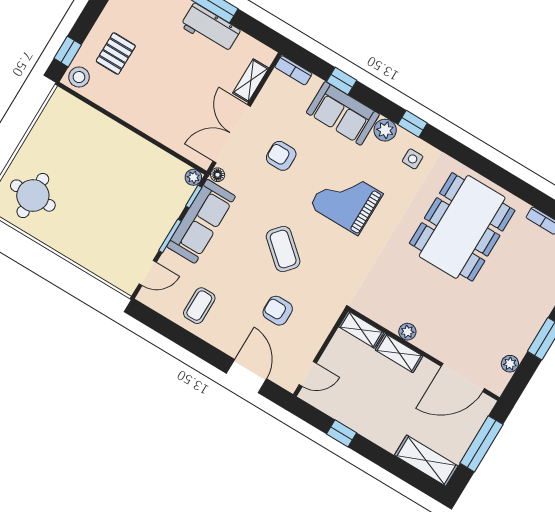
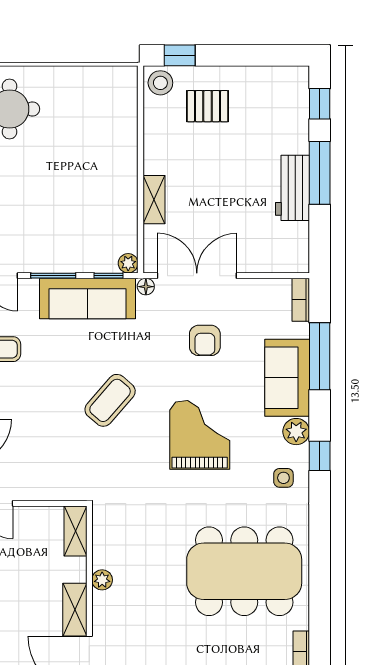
shelving: (251, 81) -> (154, 200), moved, turned 90
window: (342, 81) -> (320, 356), width x2.17
armchair: (281, 156) -> (205, 340), turned 180
armchair: (278, 311) -> (43, 433), removed
shelving: (399, 353) -> (75, 610), moved

